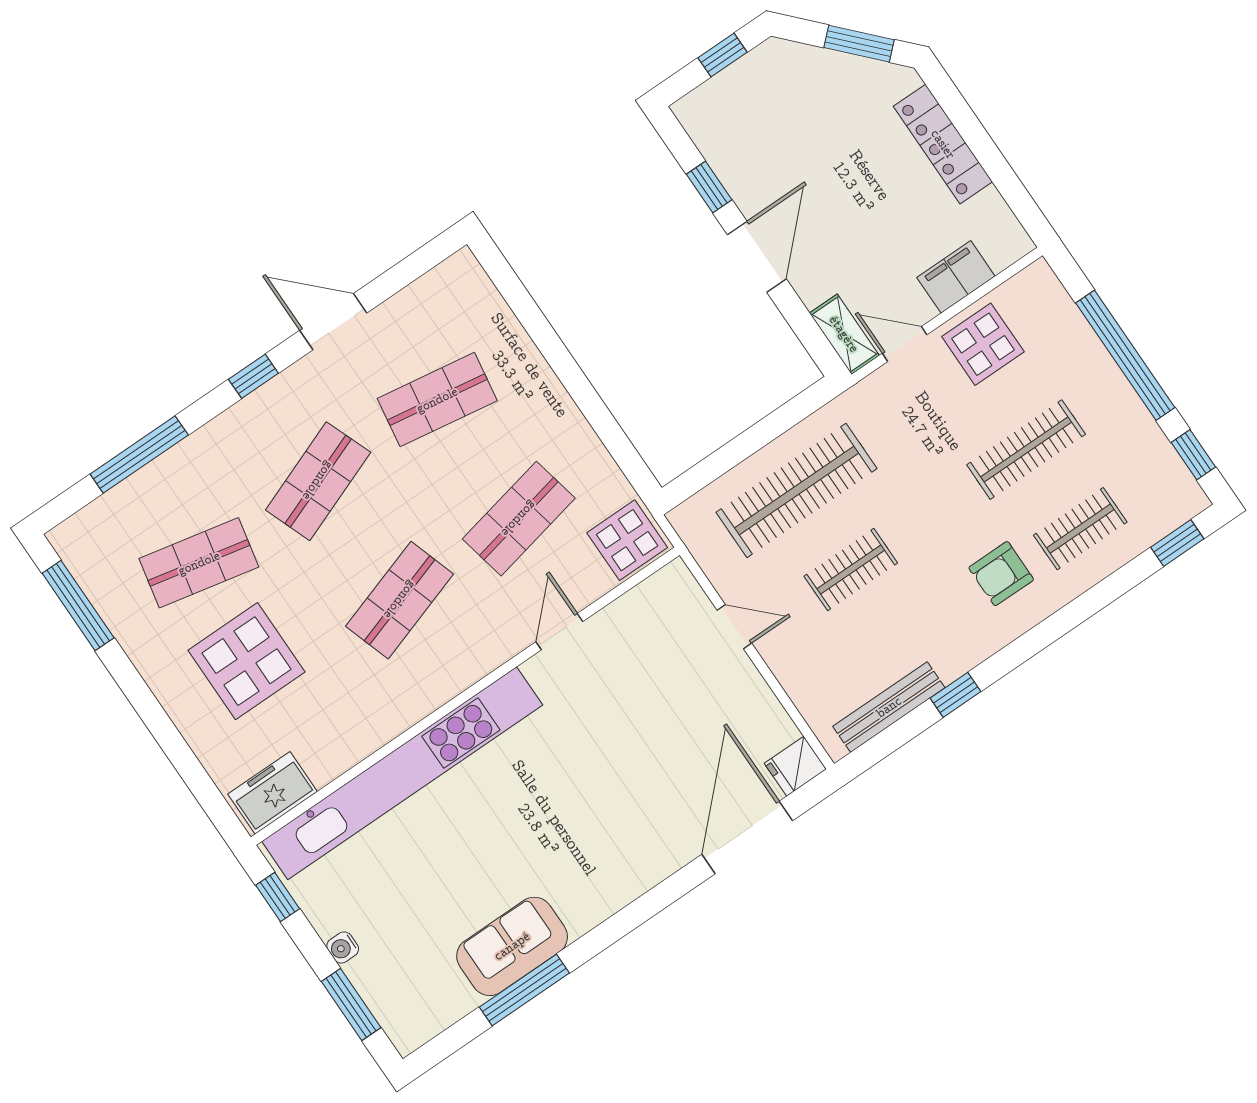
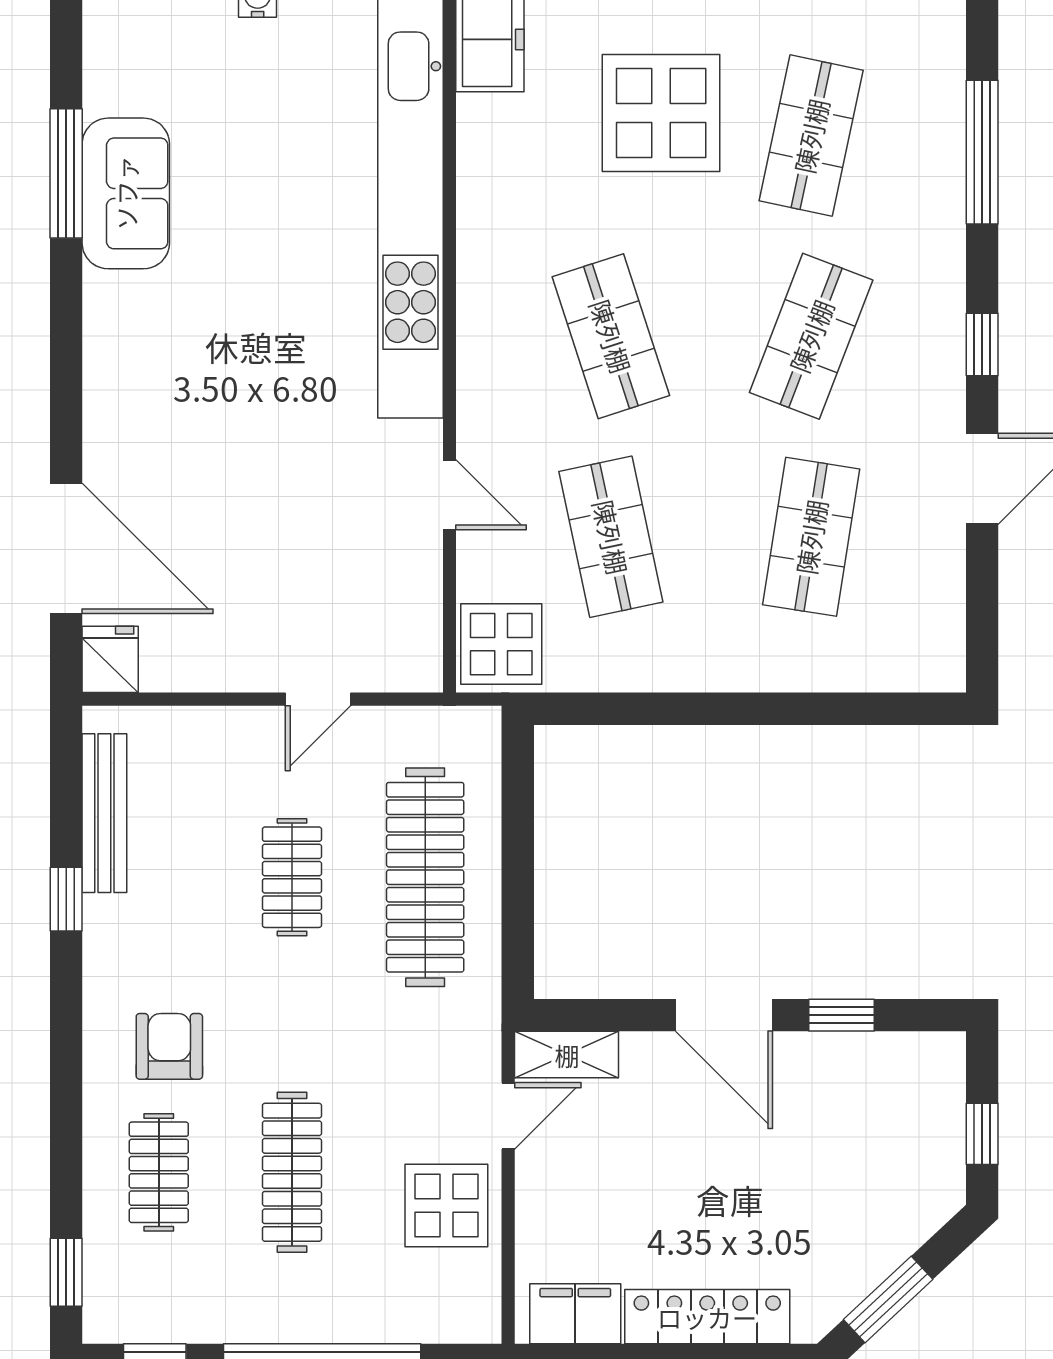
filing cabinet: (956, 277) -> (575, 1314), moved, turned -90
shop shelf: (318, 481) -> (811, 336), turned 42

